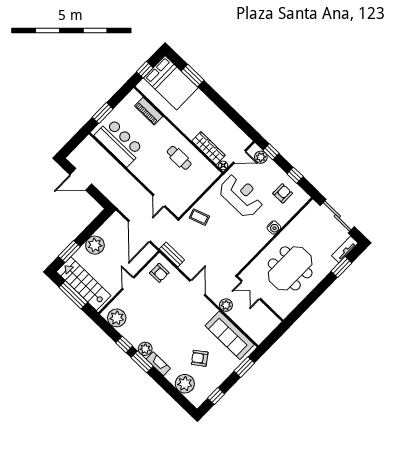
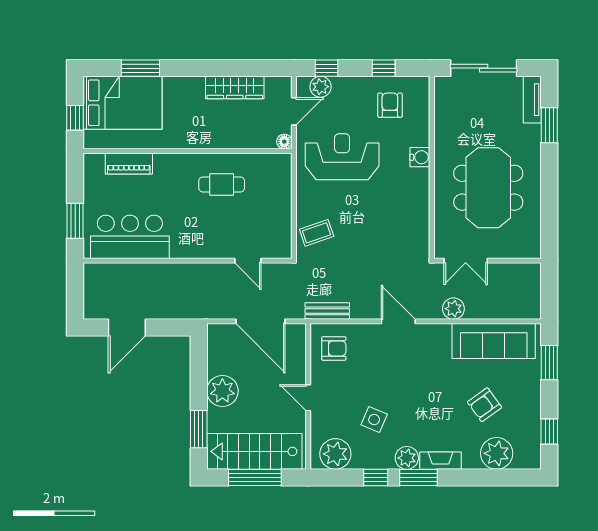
wardrobe: (208, 148) -> (235, 88), moved, turned 180
side table: (147, 319) -> (374, 420), added

